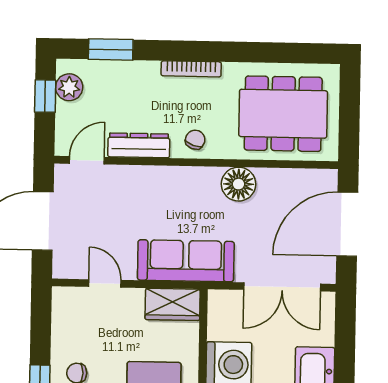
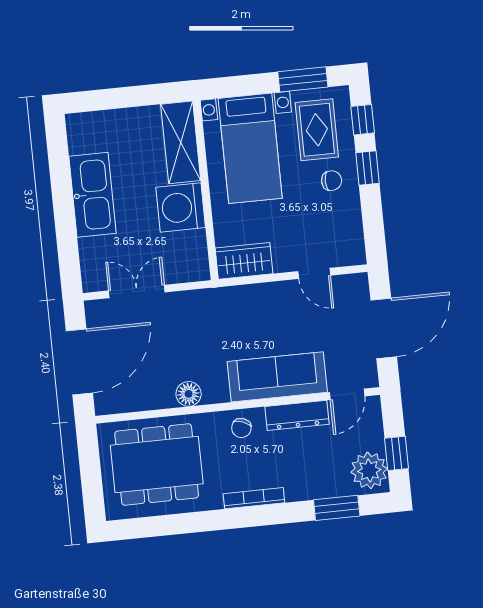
plant: (69, 87) -> (369, 470), width x1.36, depth x1.36
floor lamp: (239, 184) -> (189, 394), width x0.73, depth x0.73
sofa: (186, 261) -> (277, 377), moved, turned 180
double door: (282, 287) -> (137, 291), width x0.73

